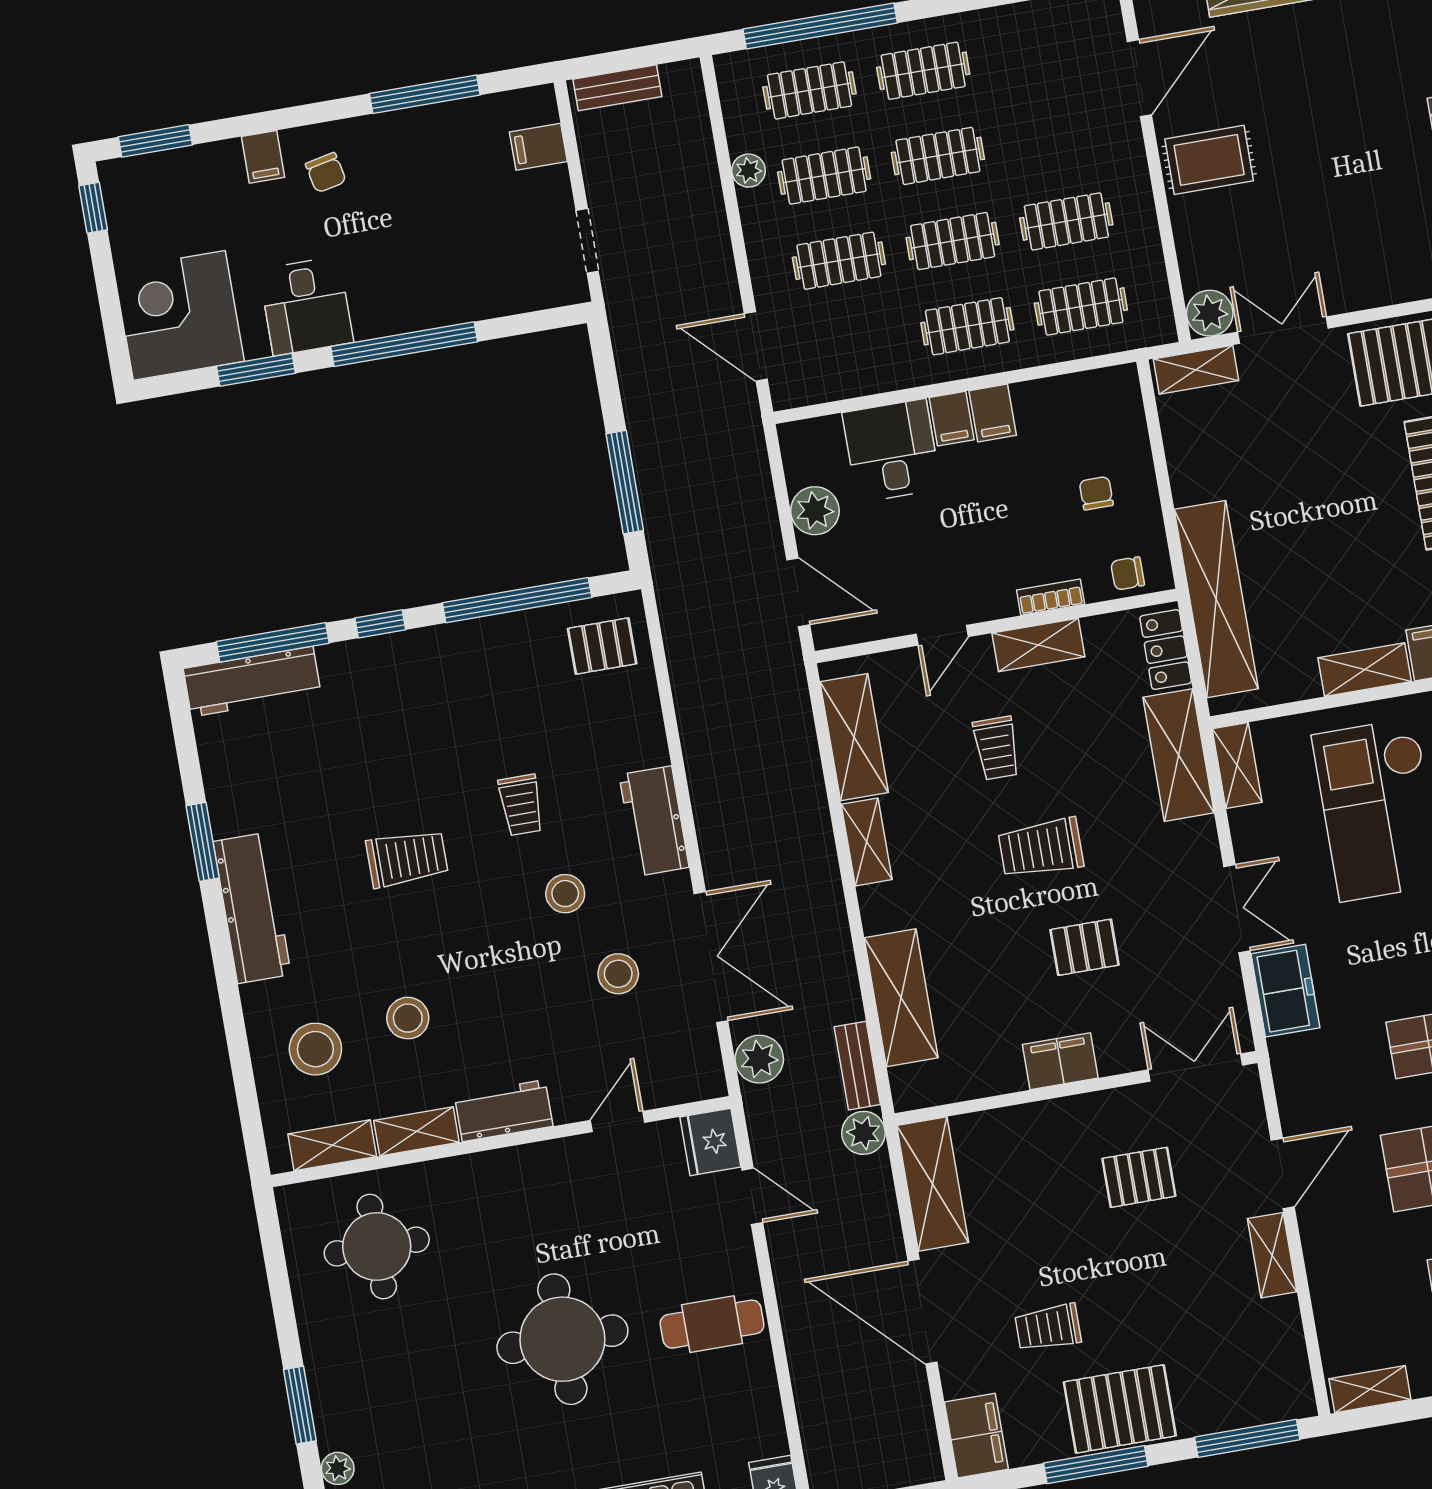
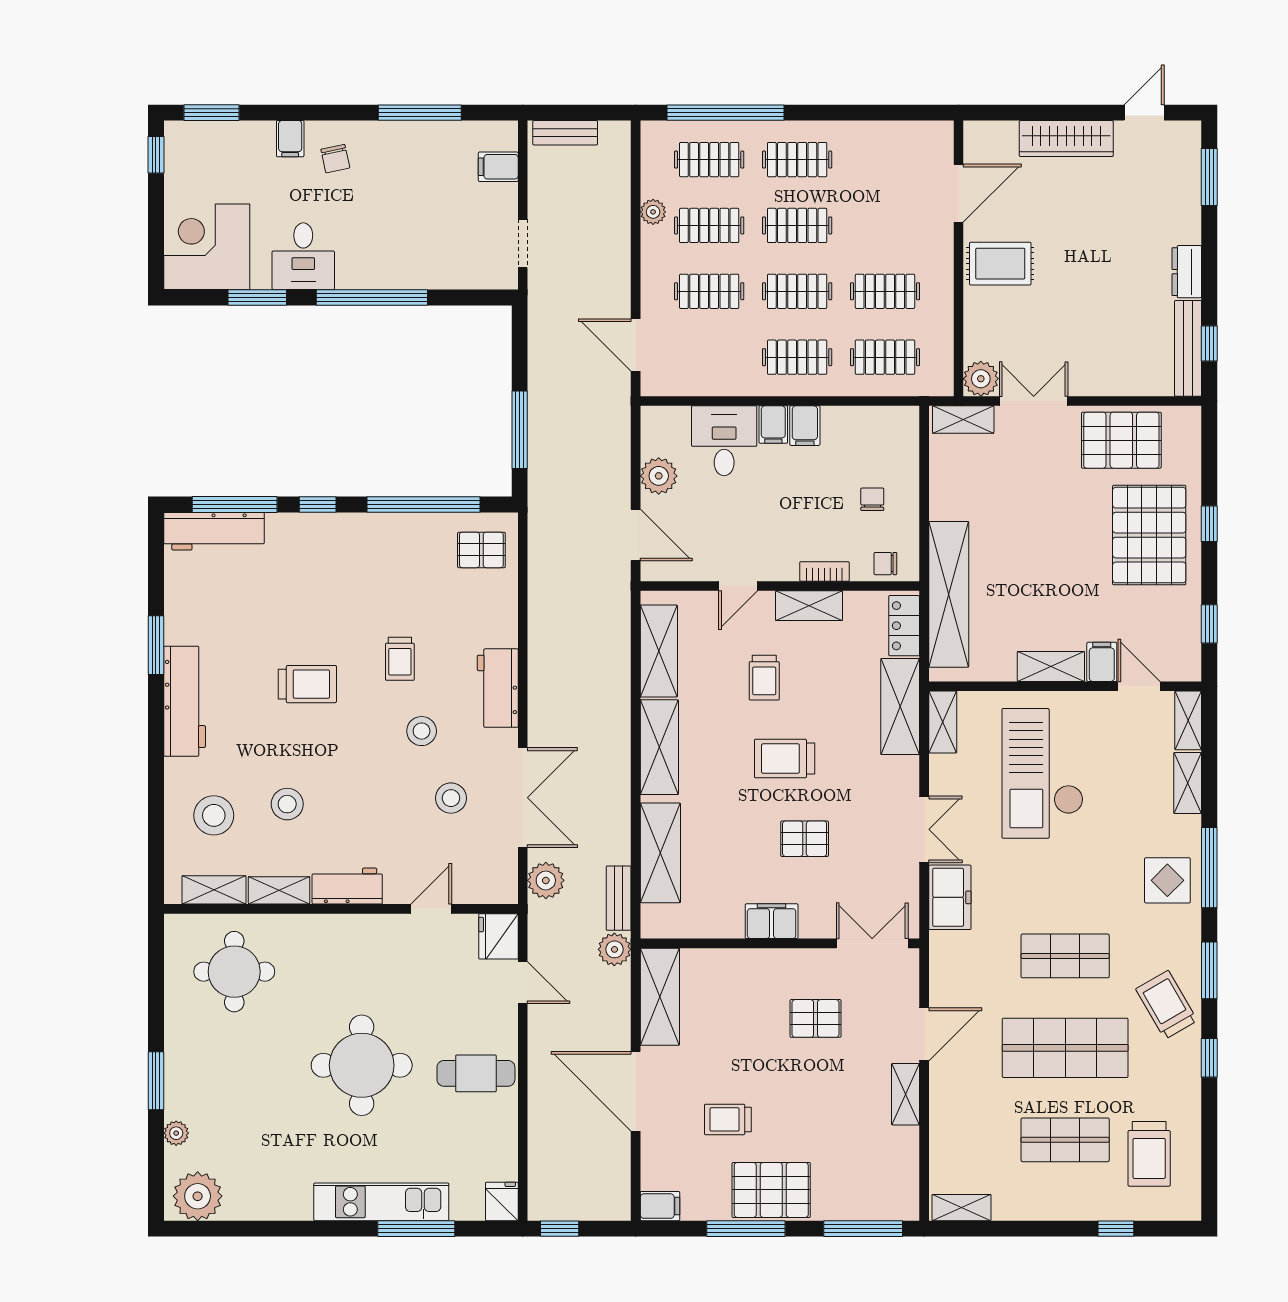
shelving: (867, 842) -> (659, 747), width x1.50, depth x1.33
filing cabinet: (976, 1436) -> (660, 1206), width x0.50

